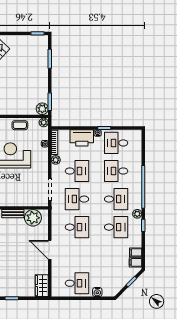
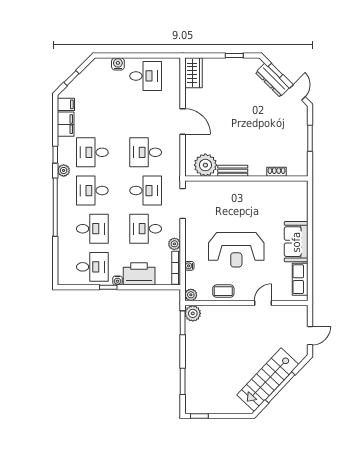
filing cabinet: (136, 252) -> (66, 124), width x2.00
desk: (77, 283) -> (146, 76), turned 180

